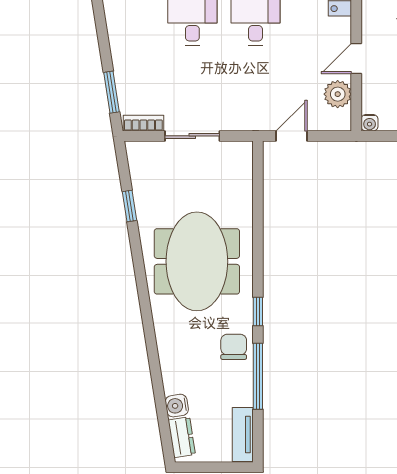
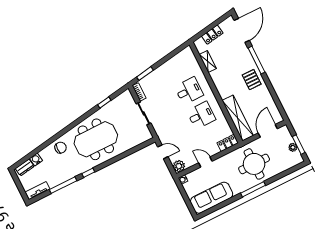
plant: (338, 94) -> (179, 166), moved
chair: (234, 347) -> (61, 148), moved

